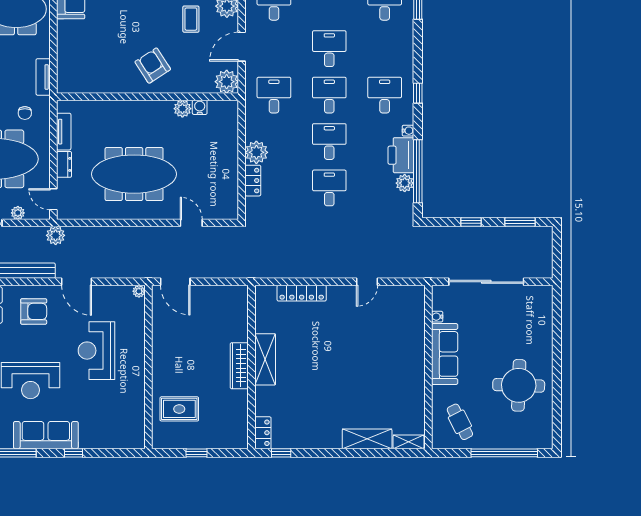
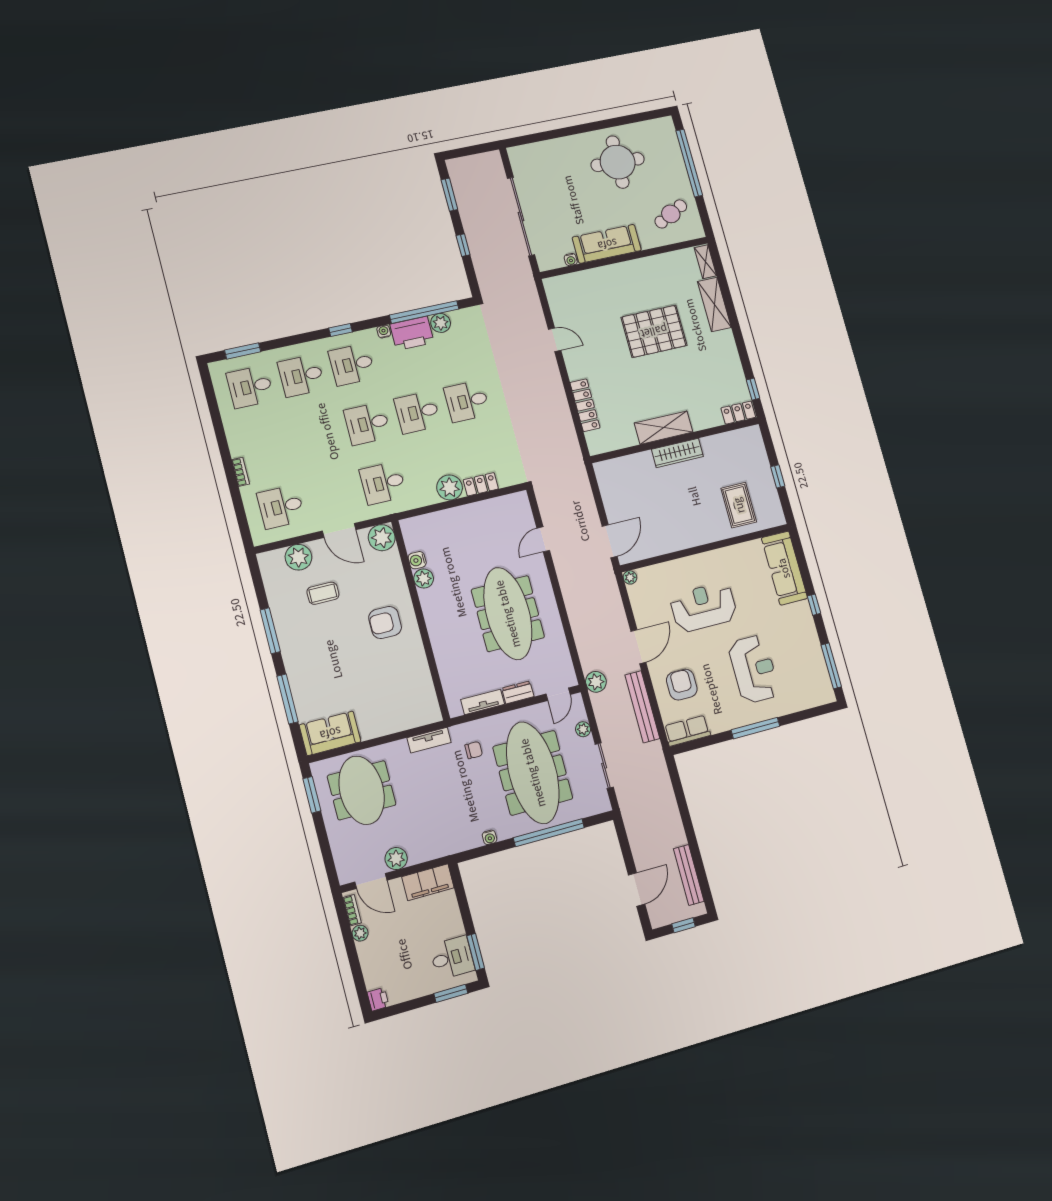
desk: (329, 49) -> (301, 376), moved
armchair: (153, 66) -> (385, 622), turned 33
reception desk: (96, 351) -> (704, 607), turned 180
pallet: (355, 375) -> (654, 331), added
sofa: (46, 435) -> (784, 568), moved

